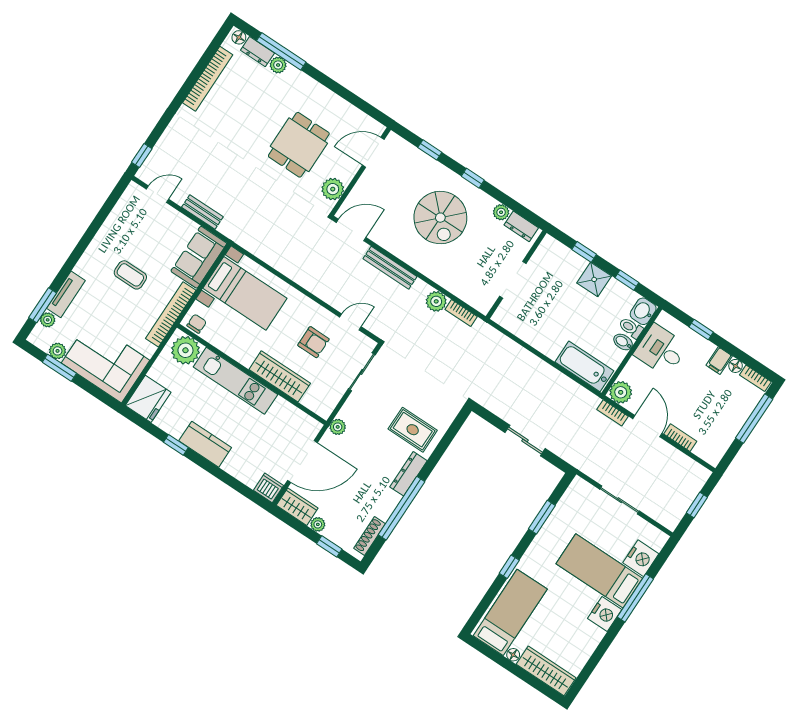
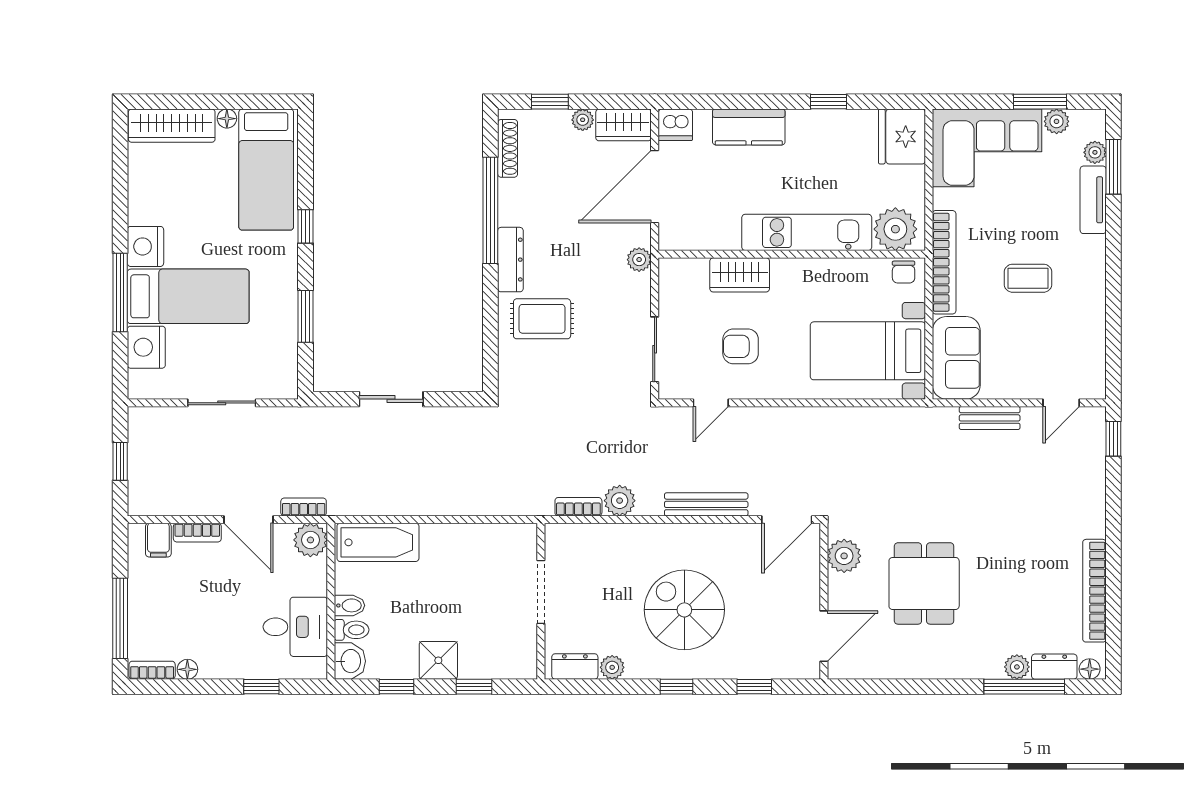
filing cabinet: (719, 361) -> (158, 540), moved, turned 180
wardrobe: (280, 376) -> (740, 275), width x0.67
kitchen counter: (205, 444) -> (749, 127), moved

